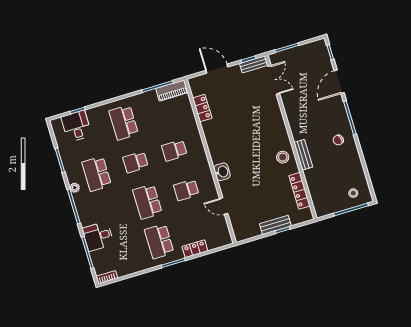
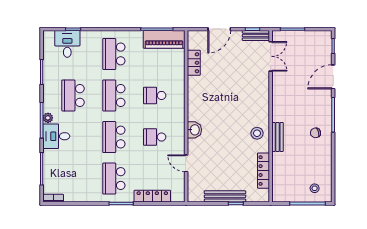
door: (217, 69) -> (219, 29), swing flipped
piano: (172, 91) -> (164, 39), width x1.37, depth x1.33
school desk: (135, 162) -> (114, 95), width x1.85
plant: (75, 188) -> (48, 118), moved
bench: (275, 225) -> (225, 196), width x1.36
desk: (98, 236) -> (56, 136), moved
locker: (195, 249) -> (152, 196), width x1.53

